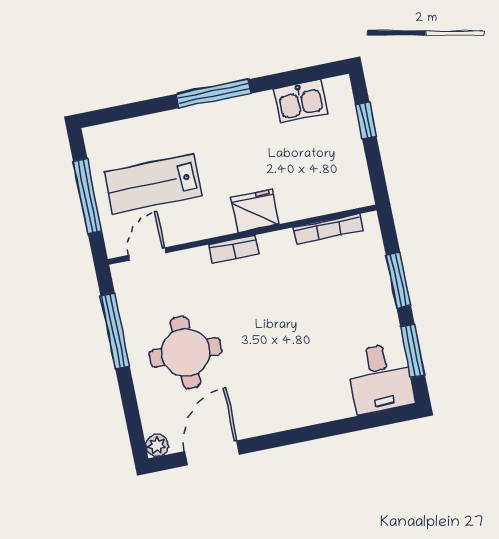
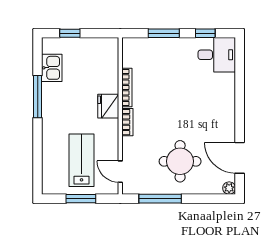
window: (214, 94) -> (38, 97), moved
lab bench: (153, 184) -> (82, 160), turned 180
window: (88, 196) -> (81, 199), width x0.69
bookcase: (328, 229) -> (127, 87), moved
window: (413, 351) -> (205, 33), width x0.67

